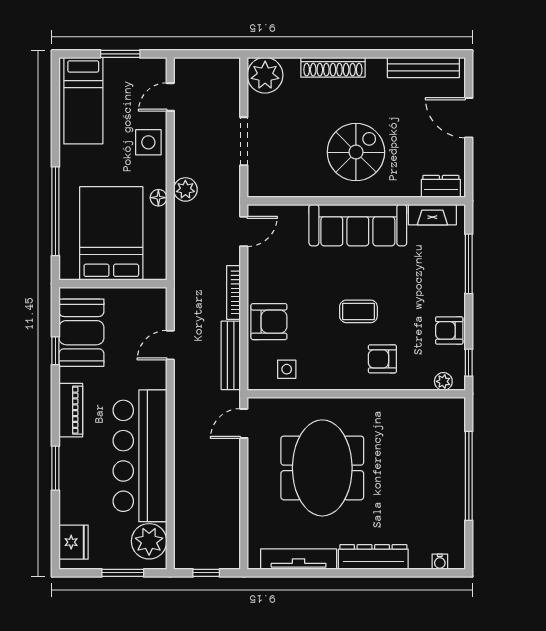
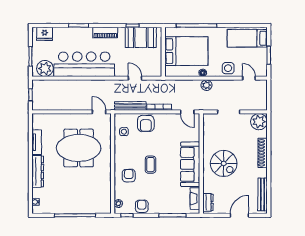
tv unit: (299, 559) -> (37, 142), width x0.71

